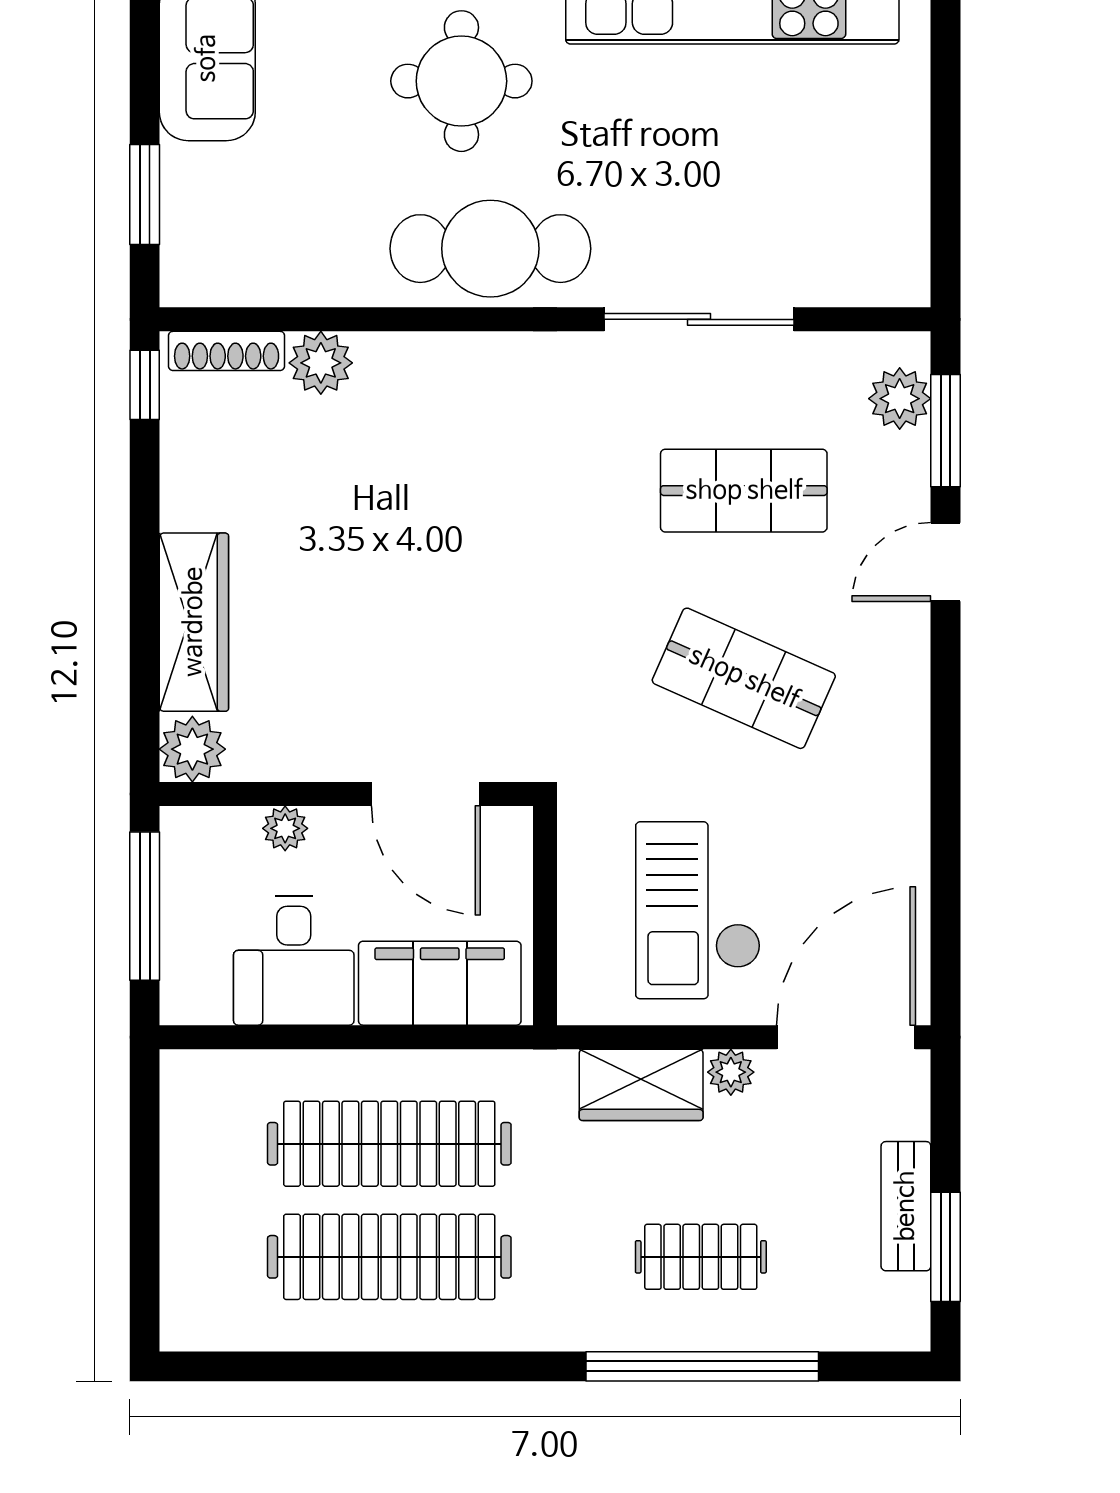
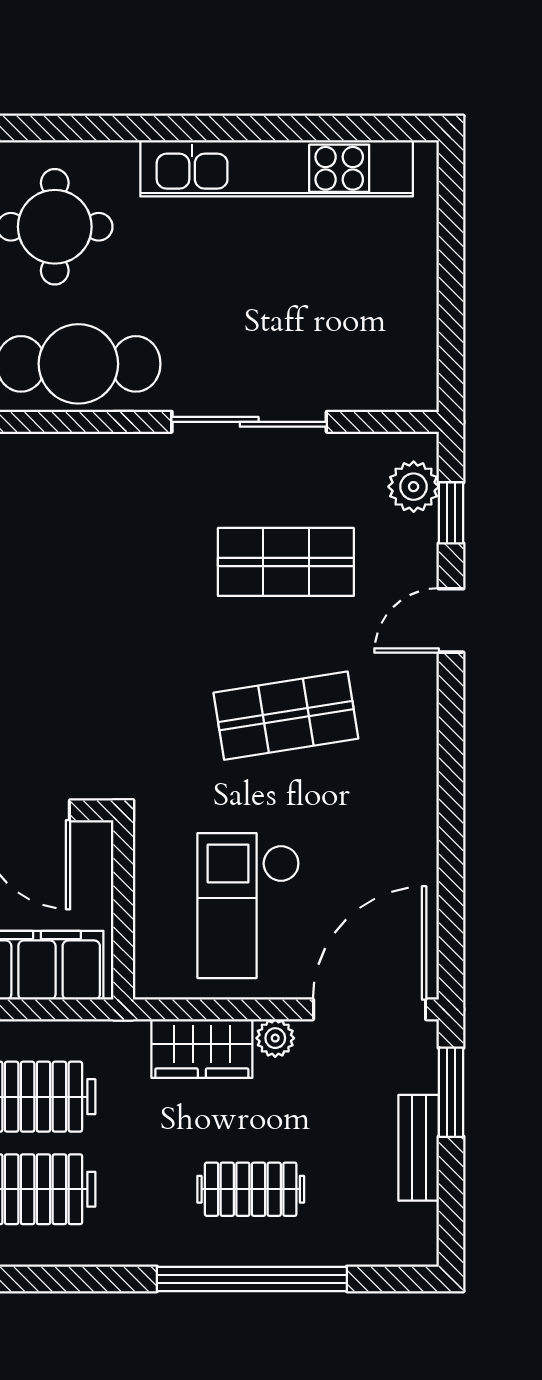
window: (945, 431) -> (451, 513), width x0.67
shop shelf: (744, 678) -> (286, 716), turned -33
window: (945, 1247) -> (451, 1092), moved

